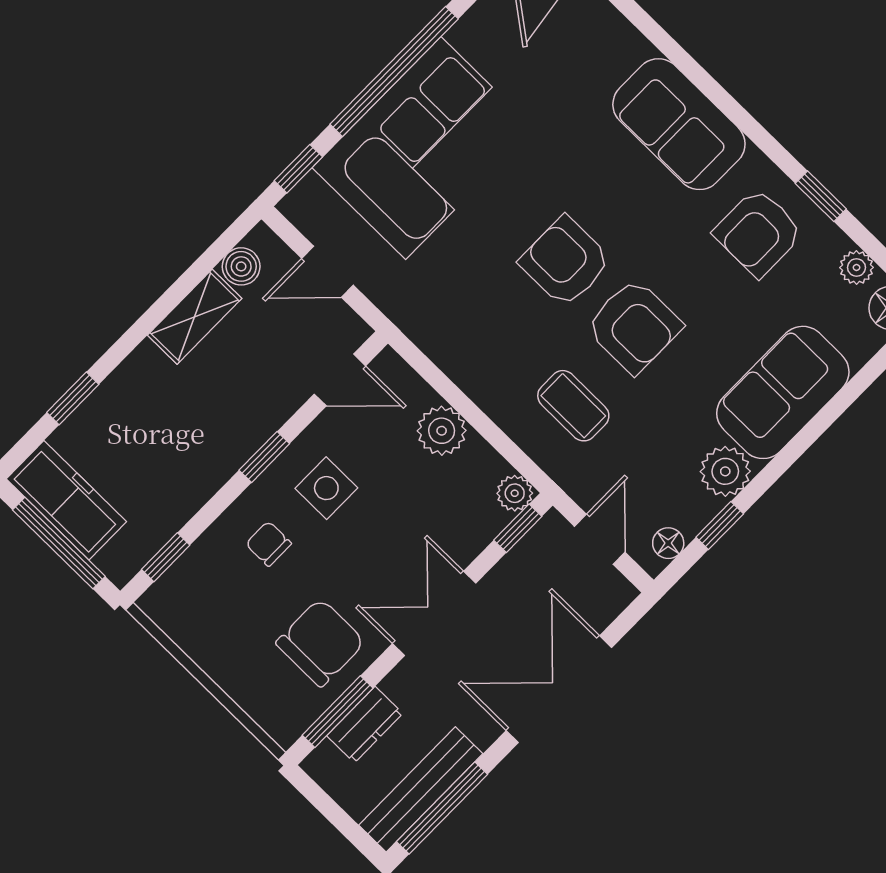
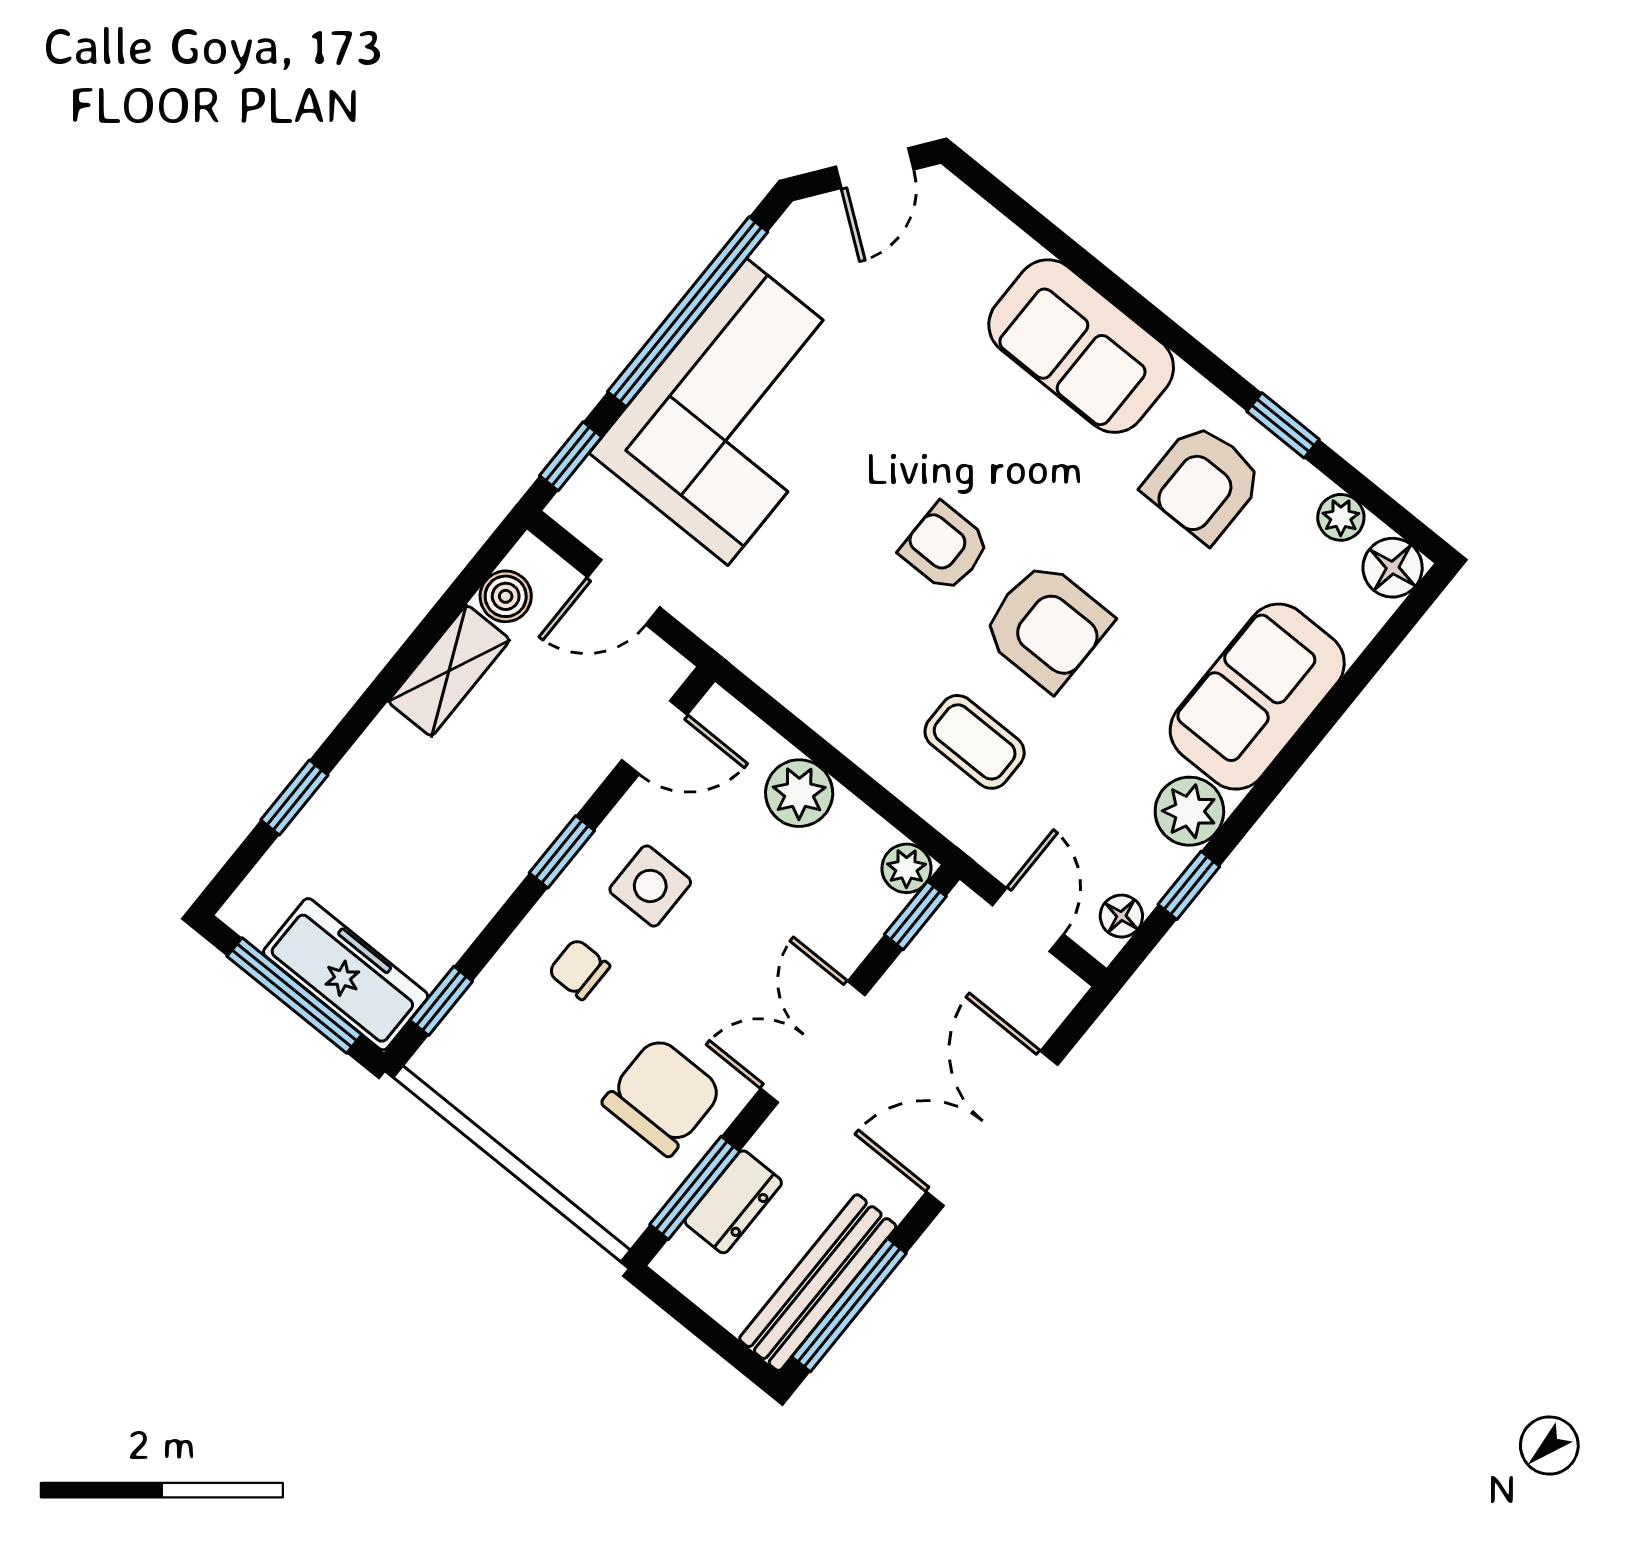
armchair: (565, 262) -> (945, 547), width x0.72, depth x0.72
freezer: (66, 500) -> (346, 974), moved

